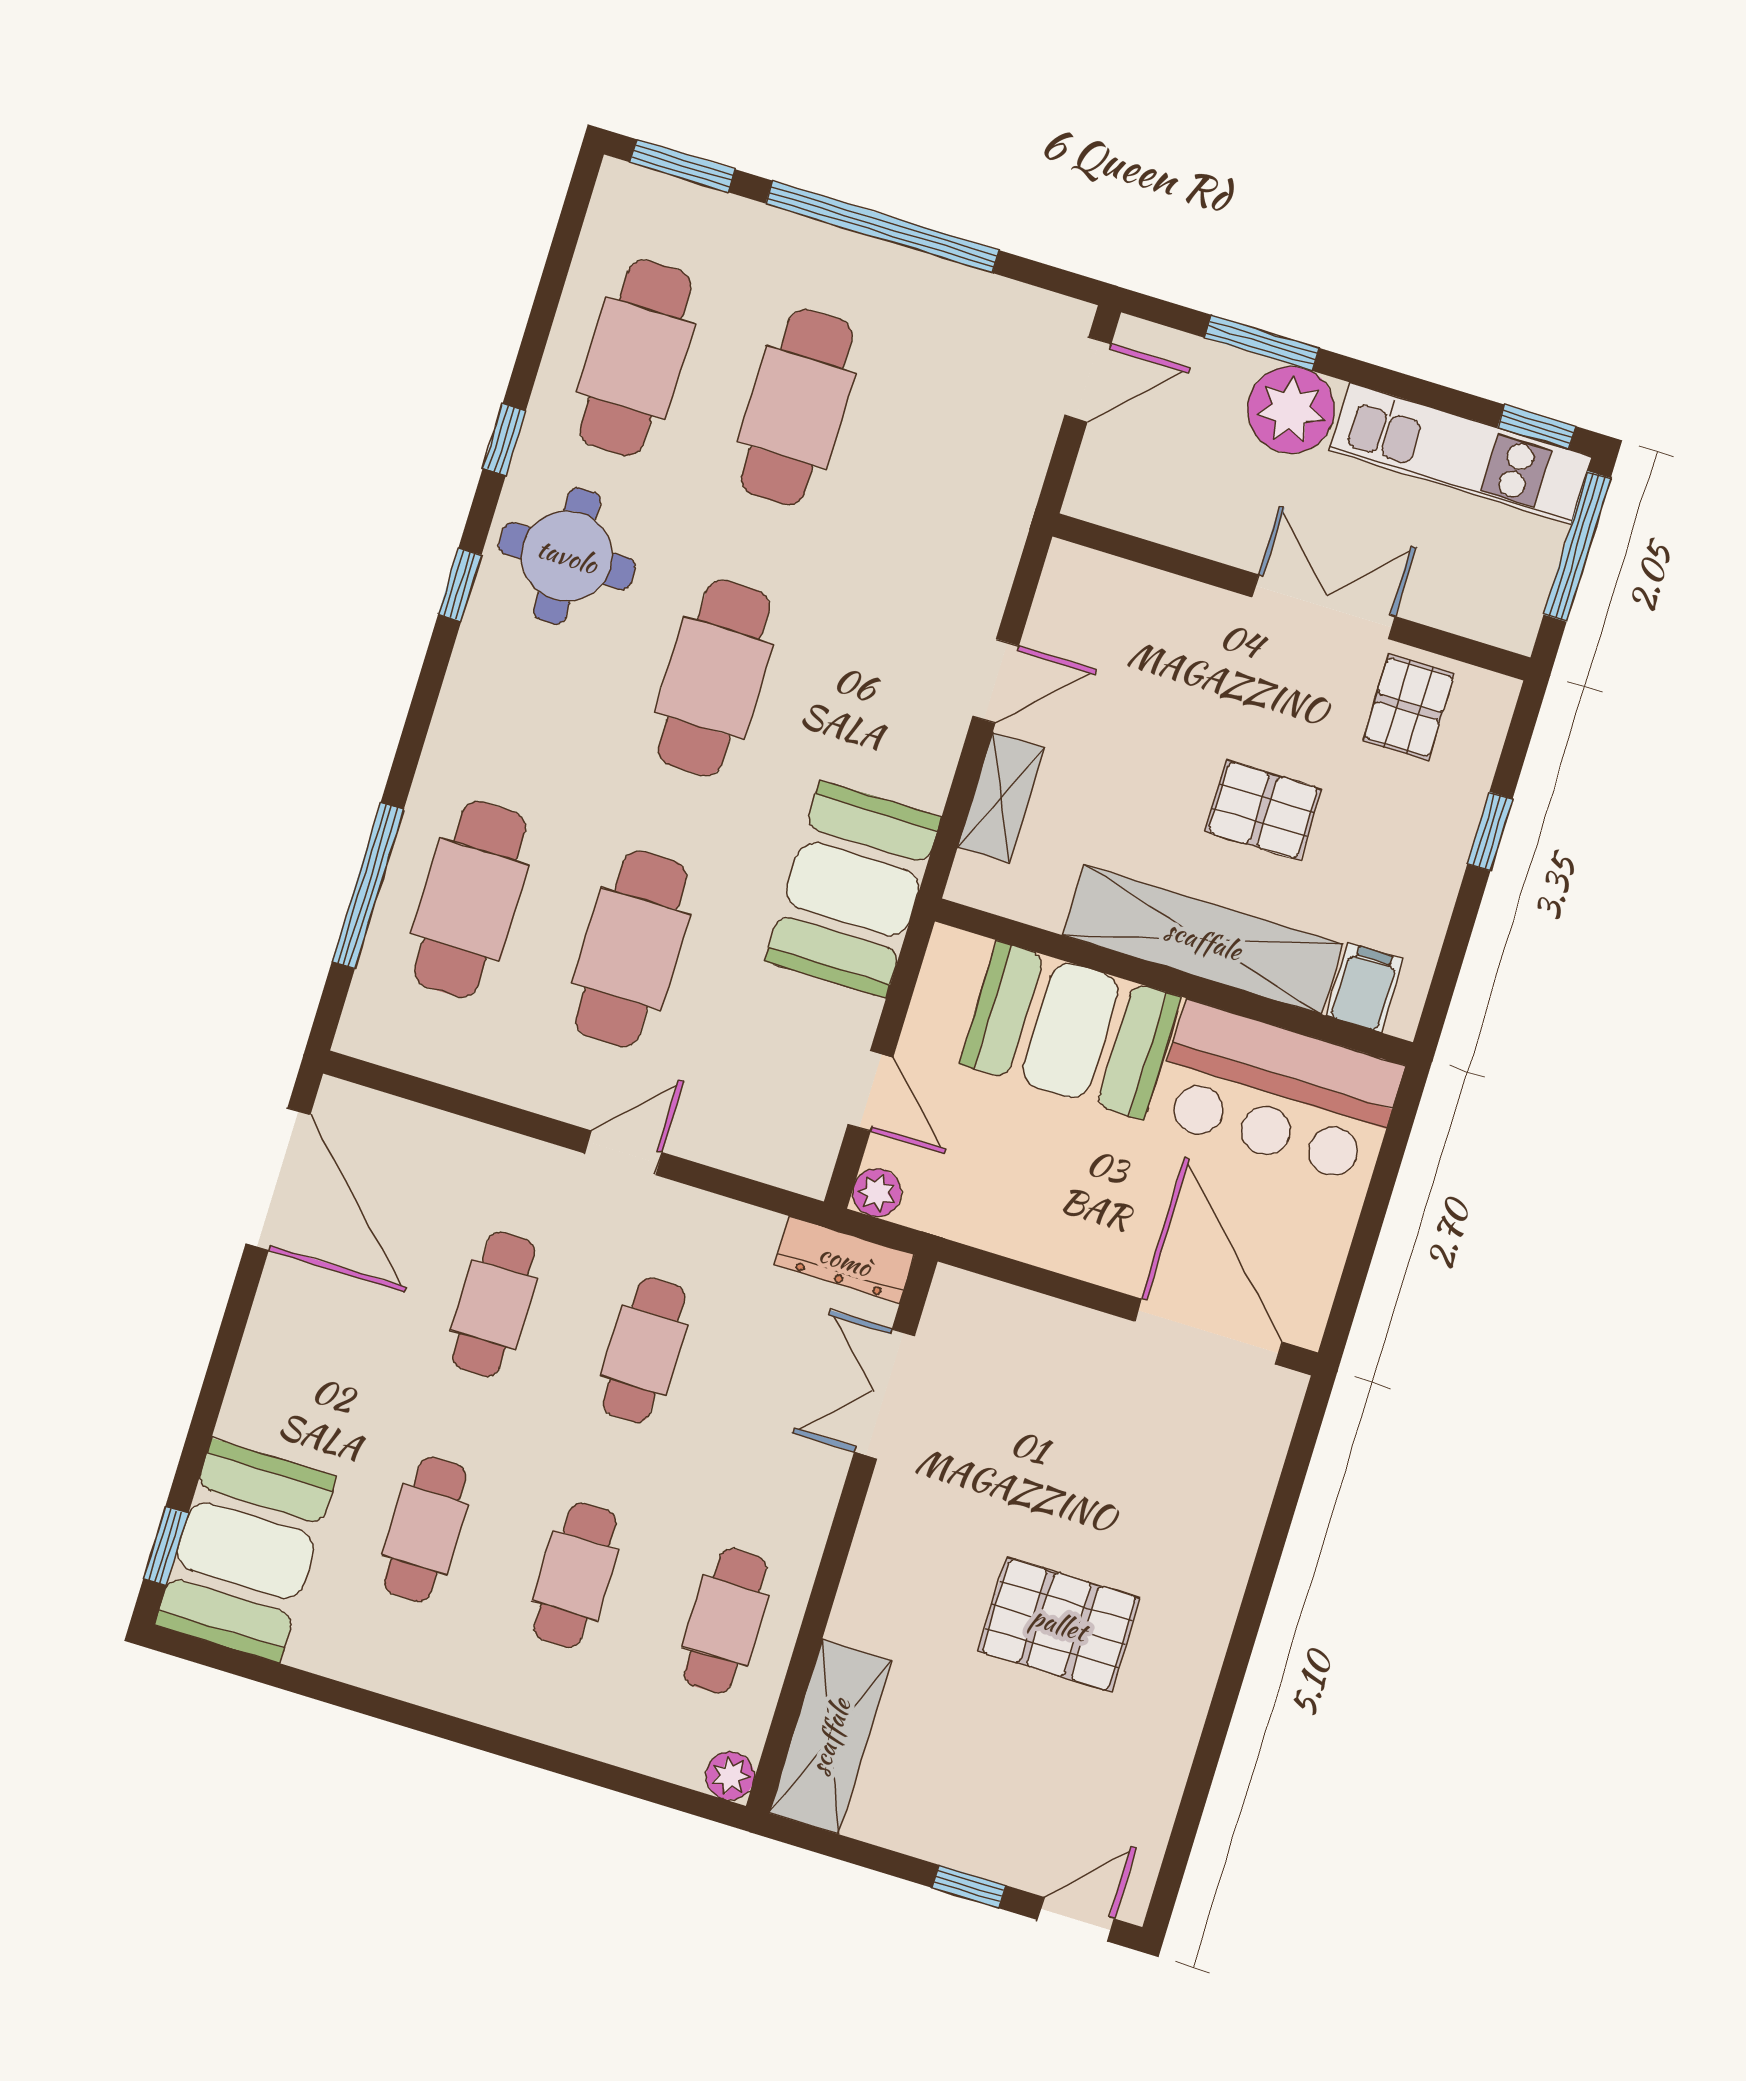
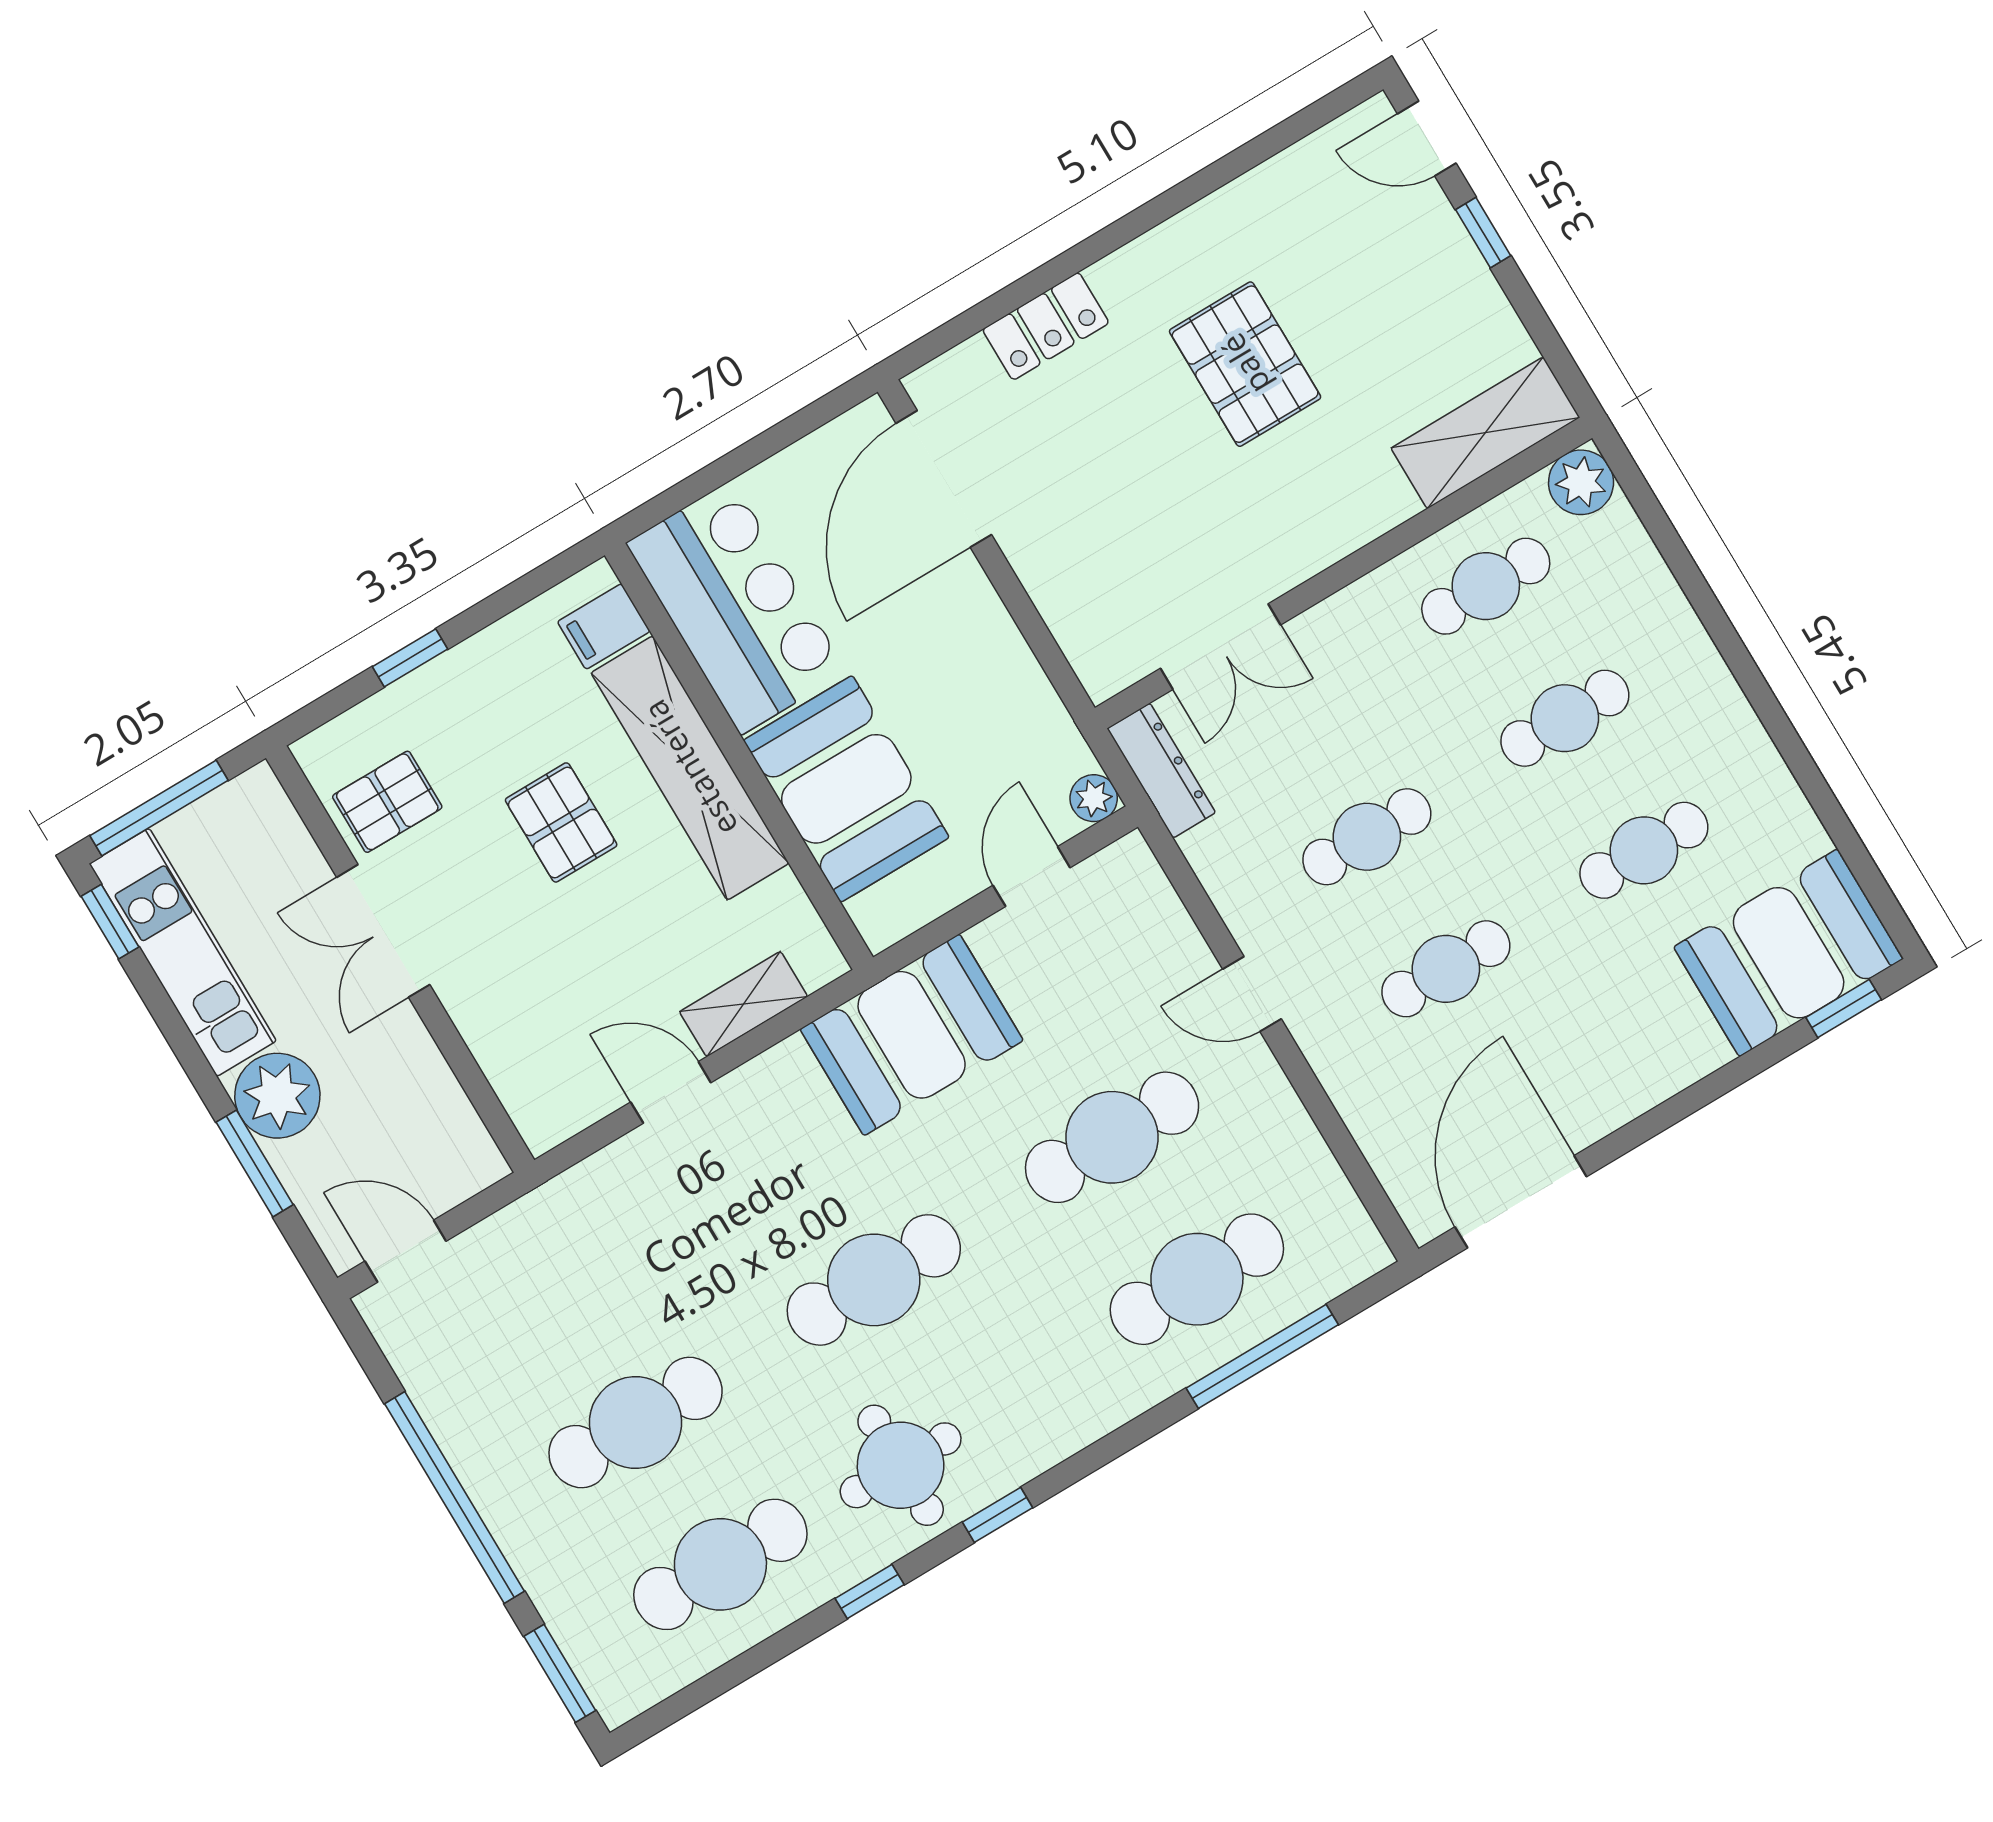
locker: (1236, 1517) -> (1046, 326), added
plant: (730, 1776) -> (1581, 482), width x1.38, depth x1.38

